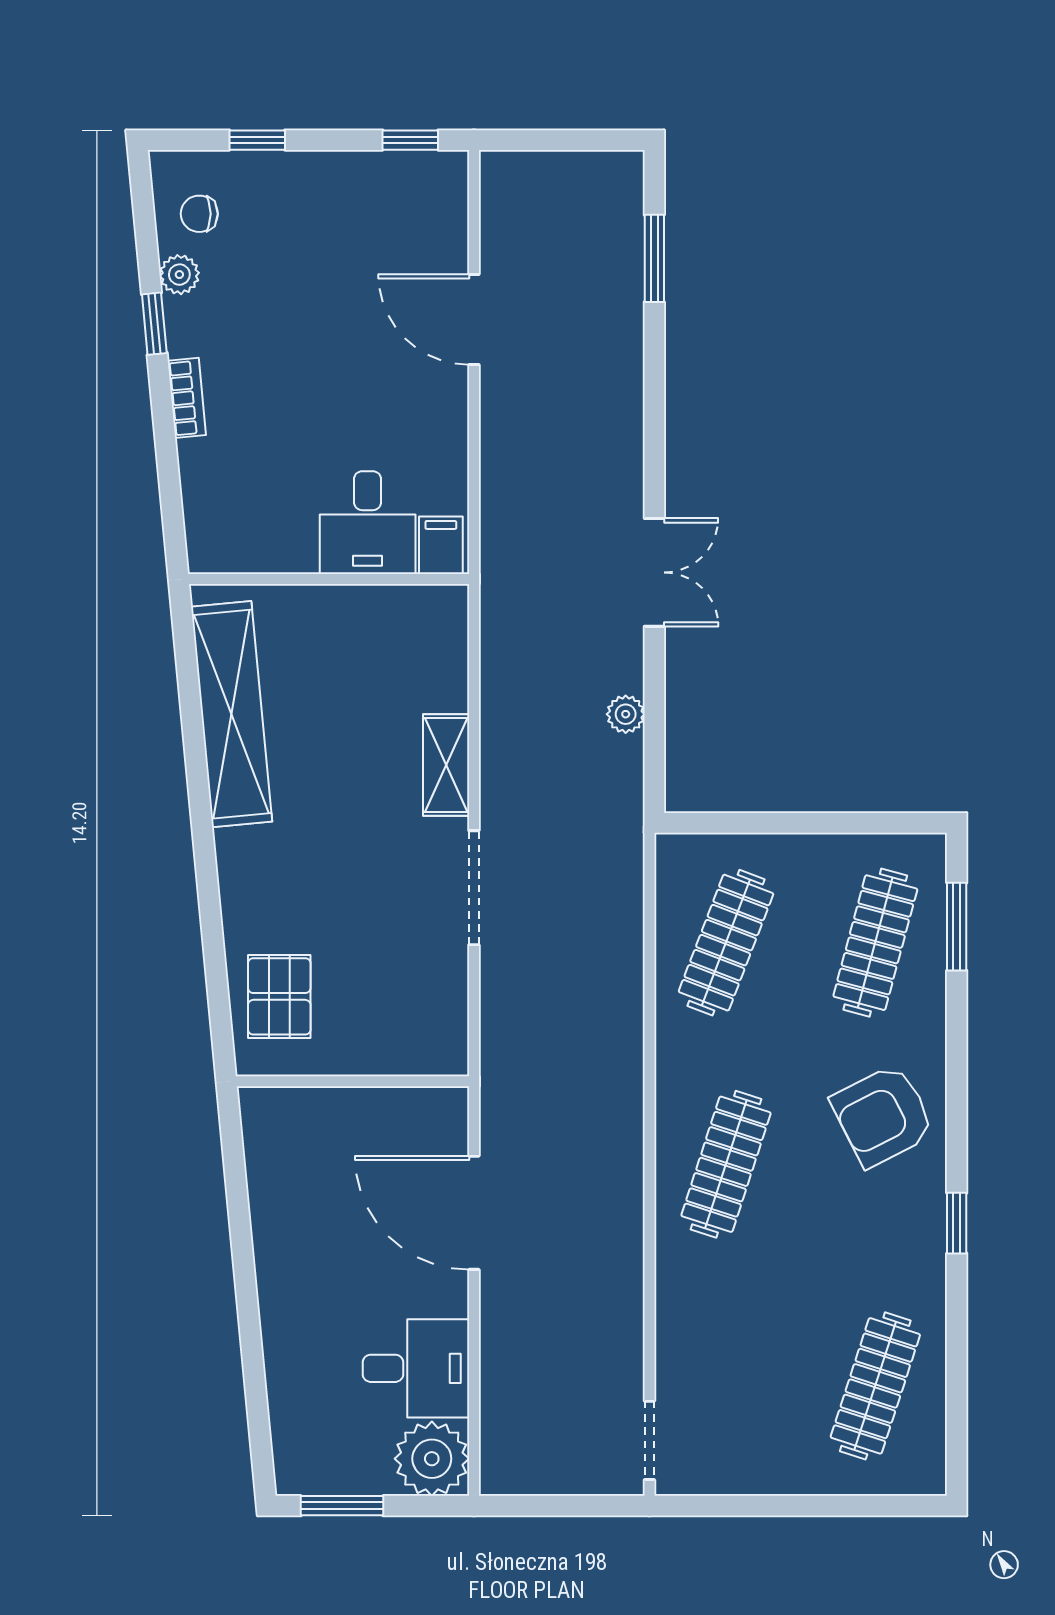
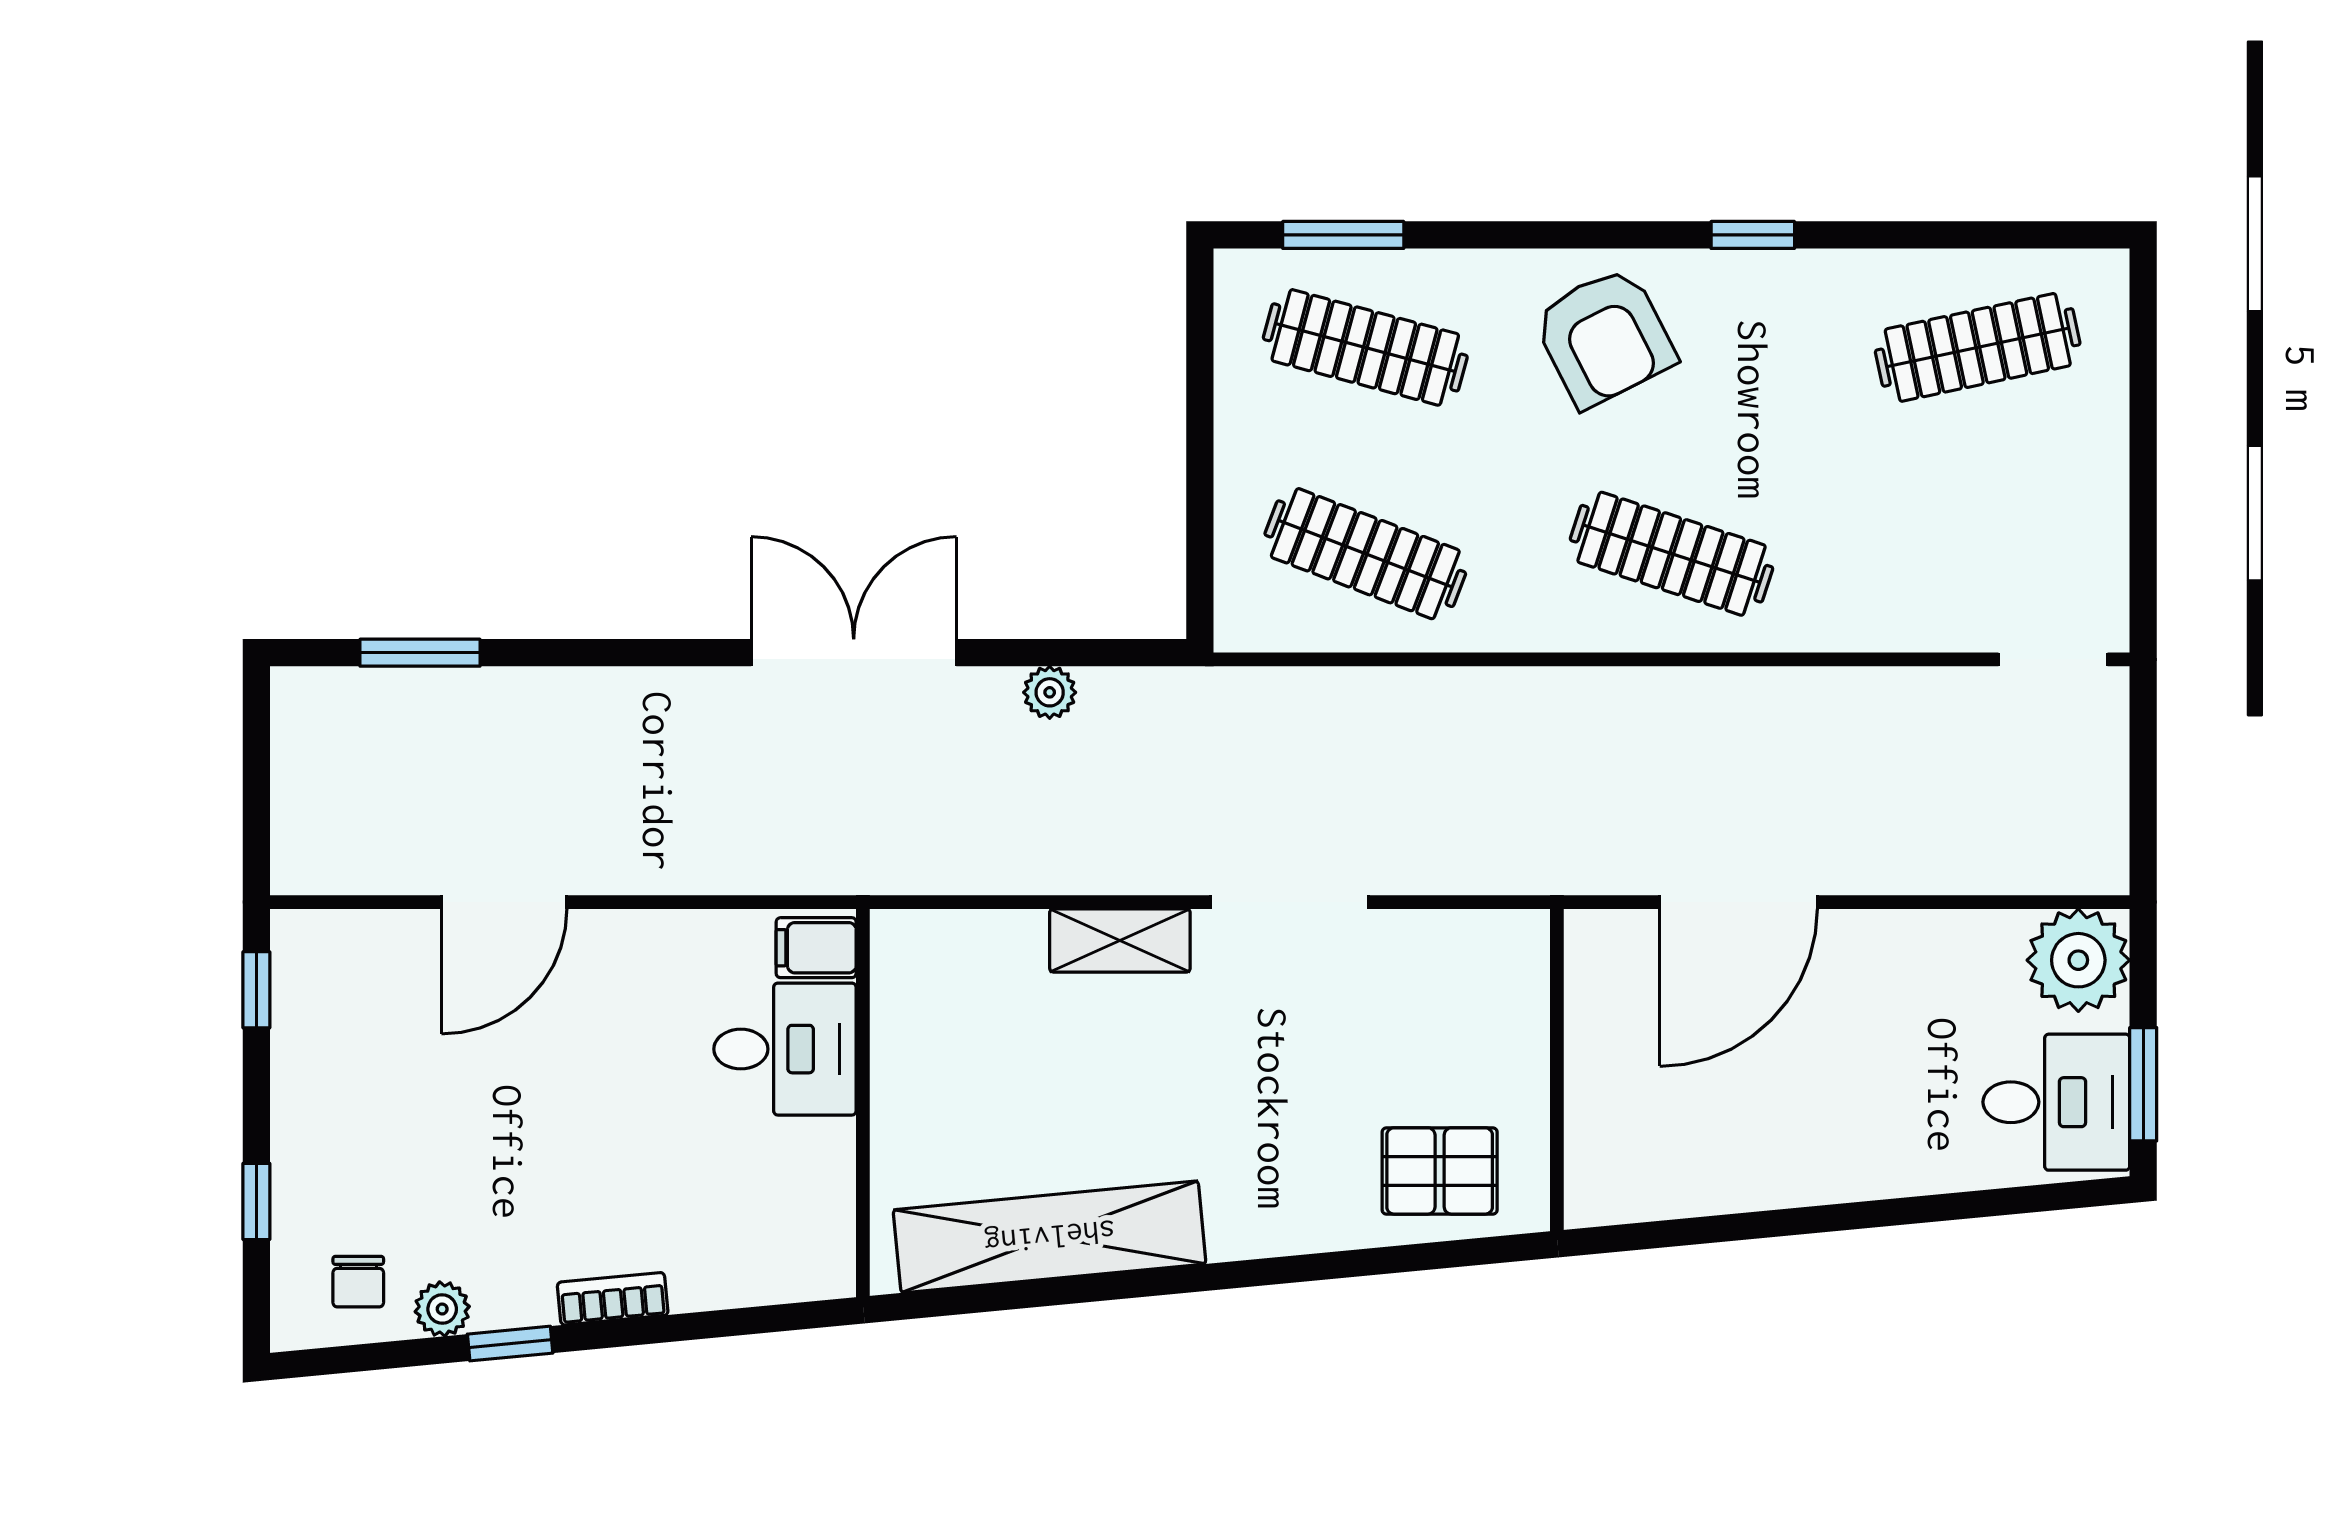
double door: (654, 572) -> (854, 653), width x1.37
desk: (416, 1368) -> (2056, 1102), moved, turned 90
clothes rail: (875, 1386) -> (1978, 347), turned -30

